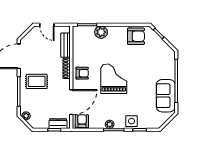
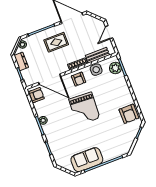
plant: (101, 32) -> (115, 68), moved
grand piano: (114, 79) -> (84, 109), turned 93
rug: (37, 81) -> (56, 42), turned 90
side table: (132, 121) -> (96, 70), moved
dresser: (58, 124) -> (21, 61), moved

